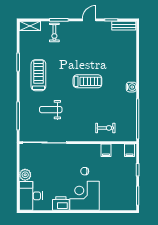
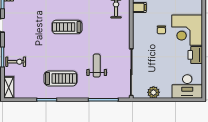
treadmill: (38, 75) -> (61, 78), turned 180
treadmill: (87, 81) -> (67, 27), turned -90
weight bench: (51, 110) -> (97, 66), turned 180
plant: (25, 175) -> (153, 92), moved

